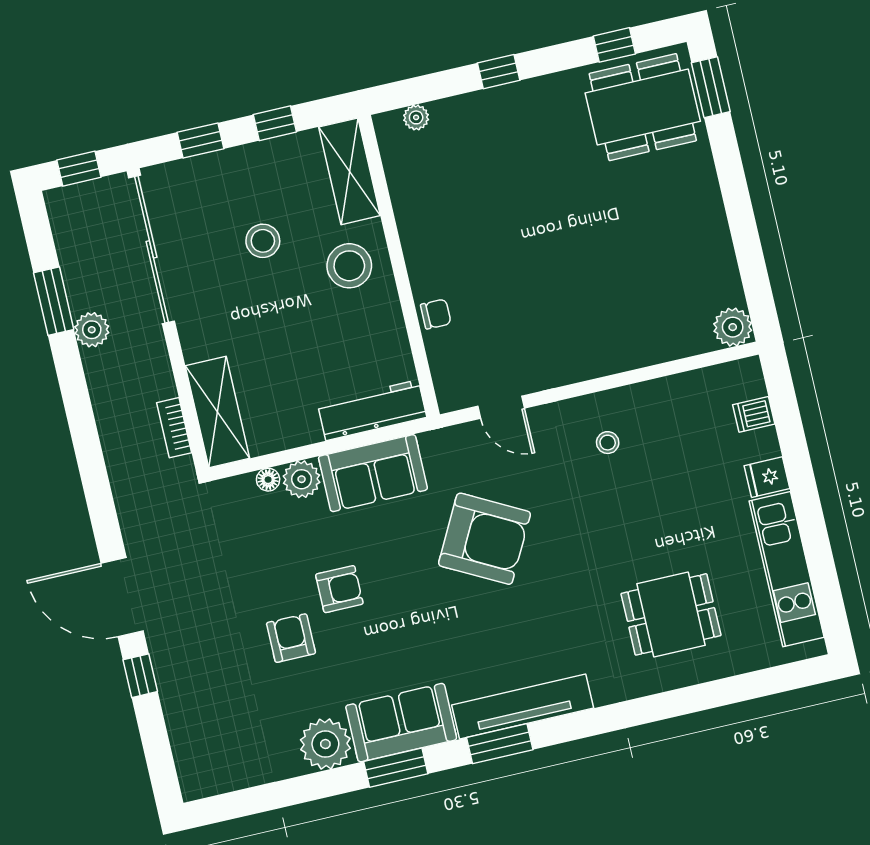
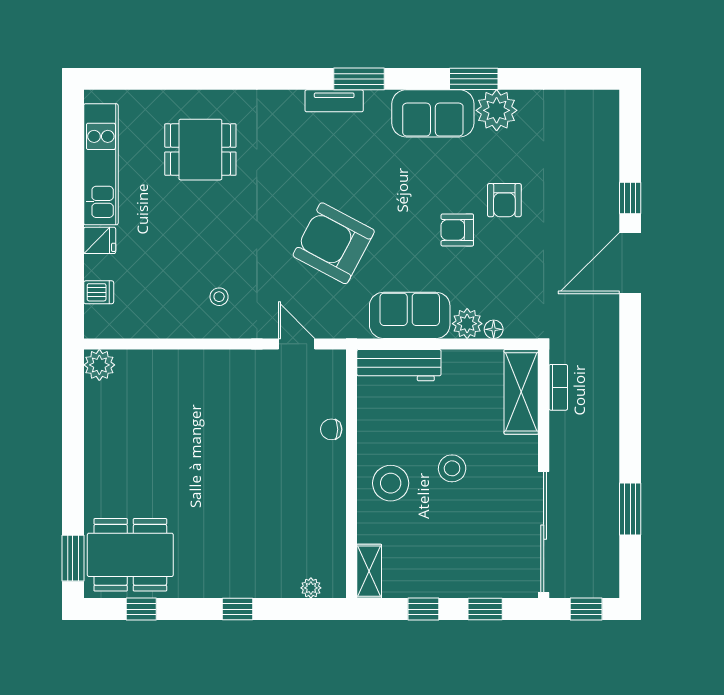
shelving: (350, 171) -> (369, 571), width x0.67, depth x0.75
stool: (263, 241) -> (452, 468), moved
plant: (92, 330) -> (605, 480), removed
door: (122, 597) -> (630, 263), swing flipped
tv unit: (523, 707) -> (334, 101), width x0.52, depth x0.78
window: (396, 768) -> (474, 79), moved

